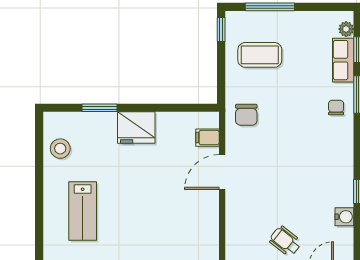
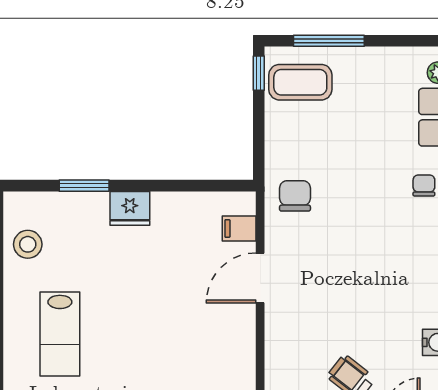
coffee table: (260, 55) -> (300, 82), moved
chair: (246, 115) -> (295, 196), turned 180
fridge: (136, 128) -> (130, 208), width x0.73, depth x0.75

